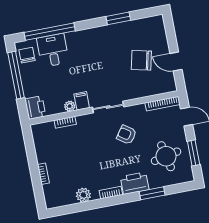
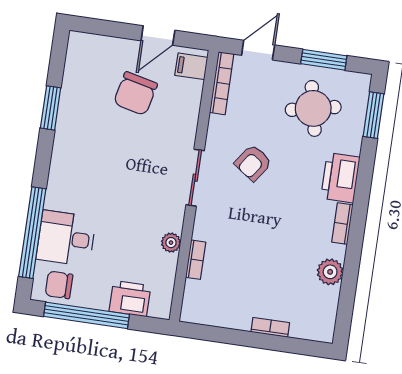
filing cabinet: (82, 101) -> (191, 66), moved
printer: (35, 108) -> (130, 299), moved
window: (152, 193) -> (374, 115), moved

